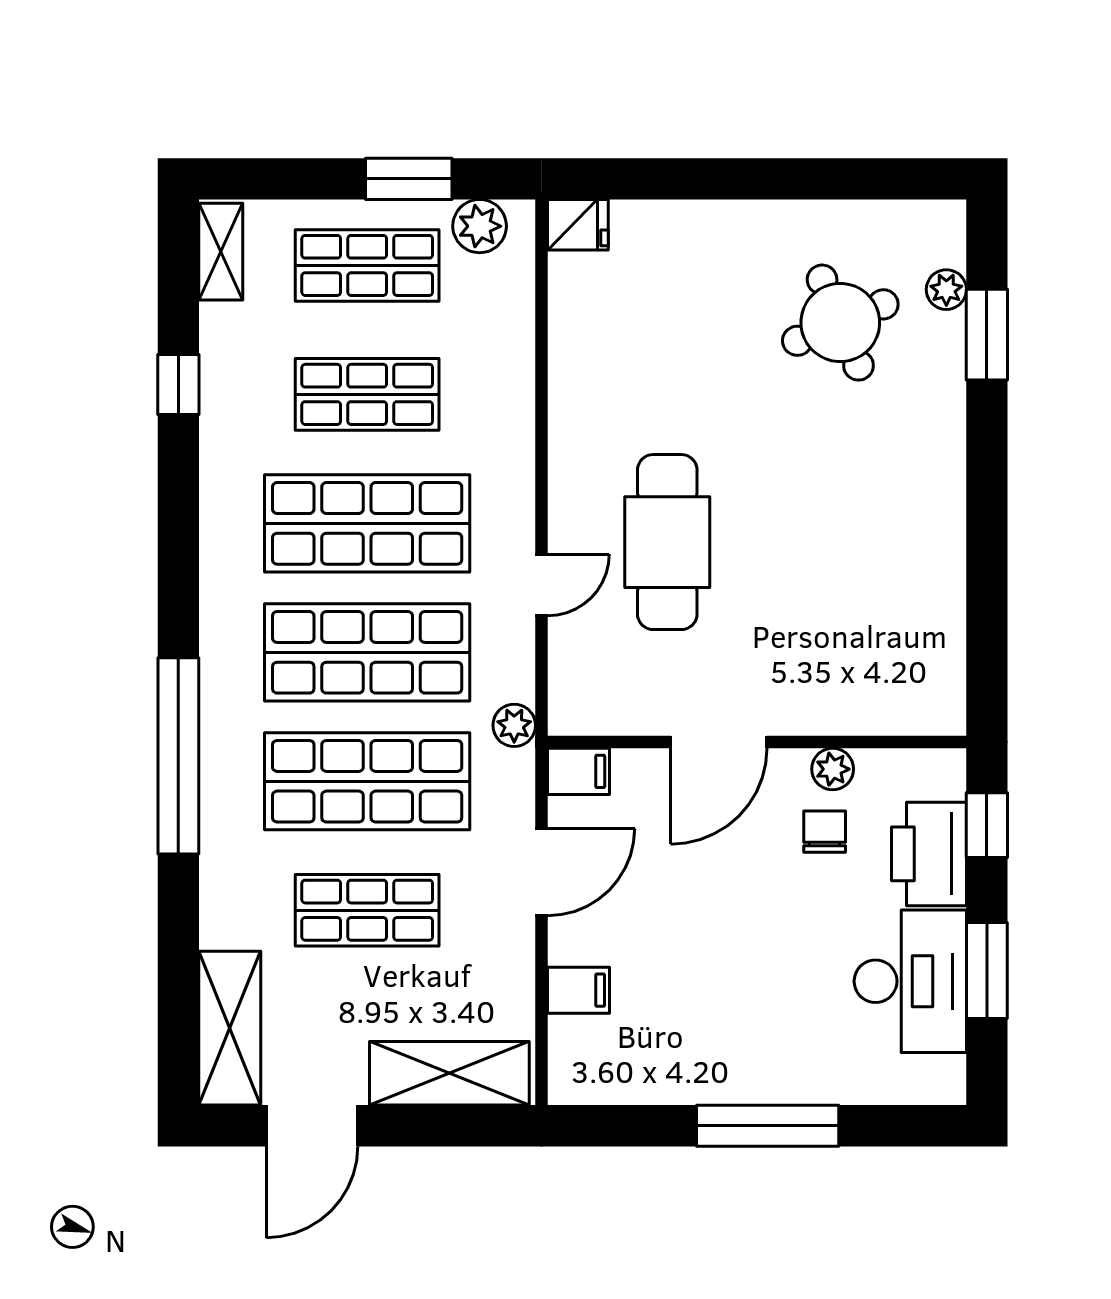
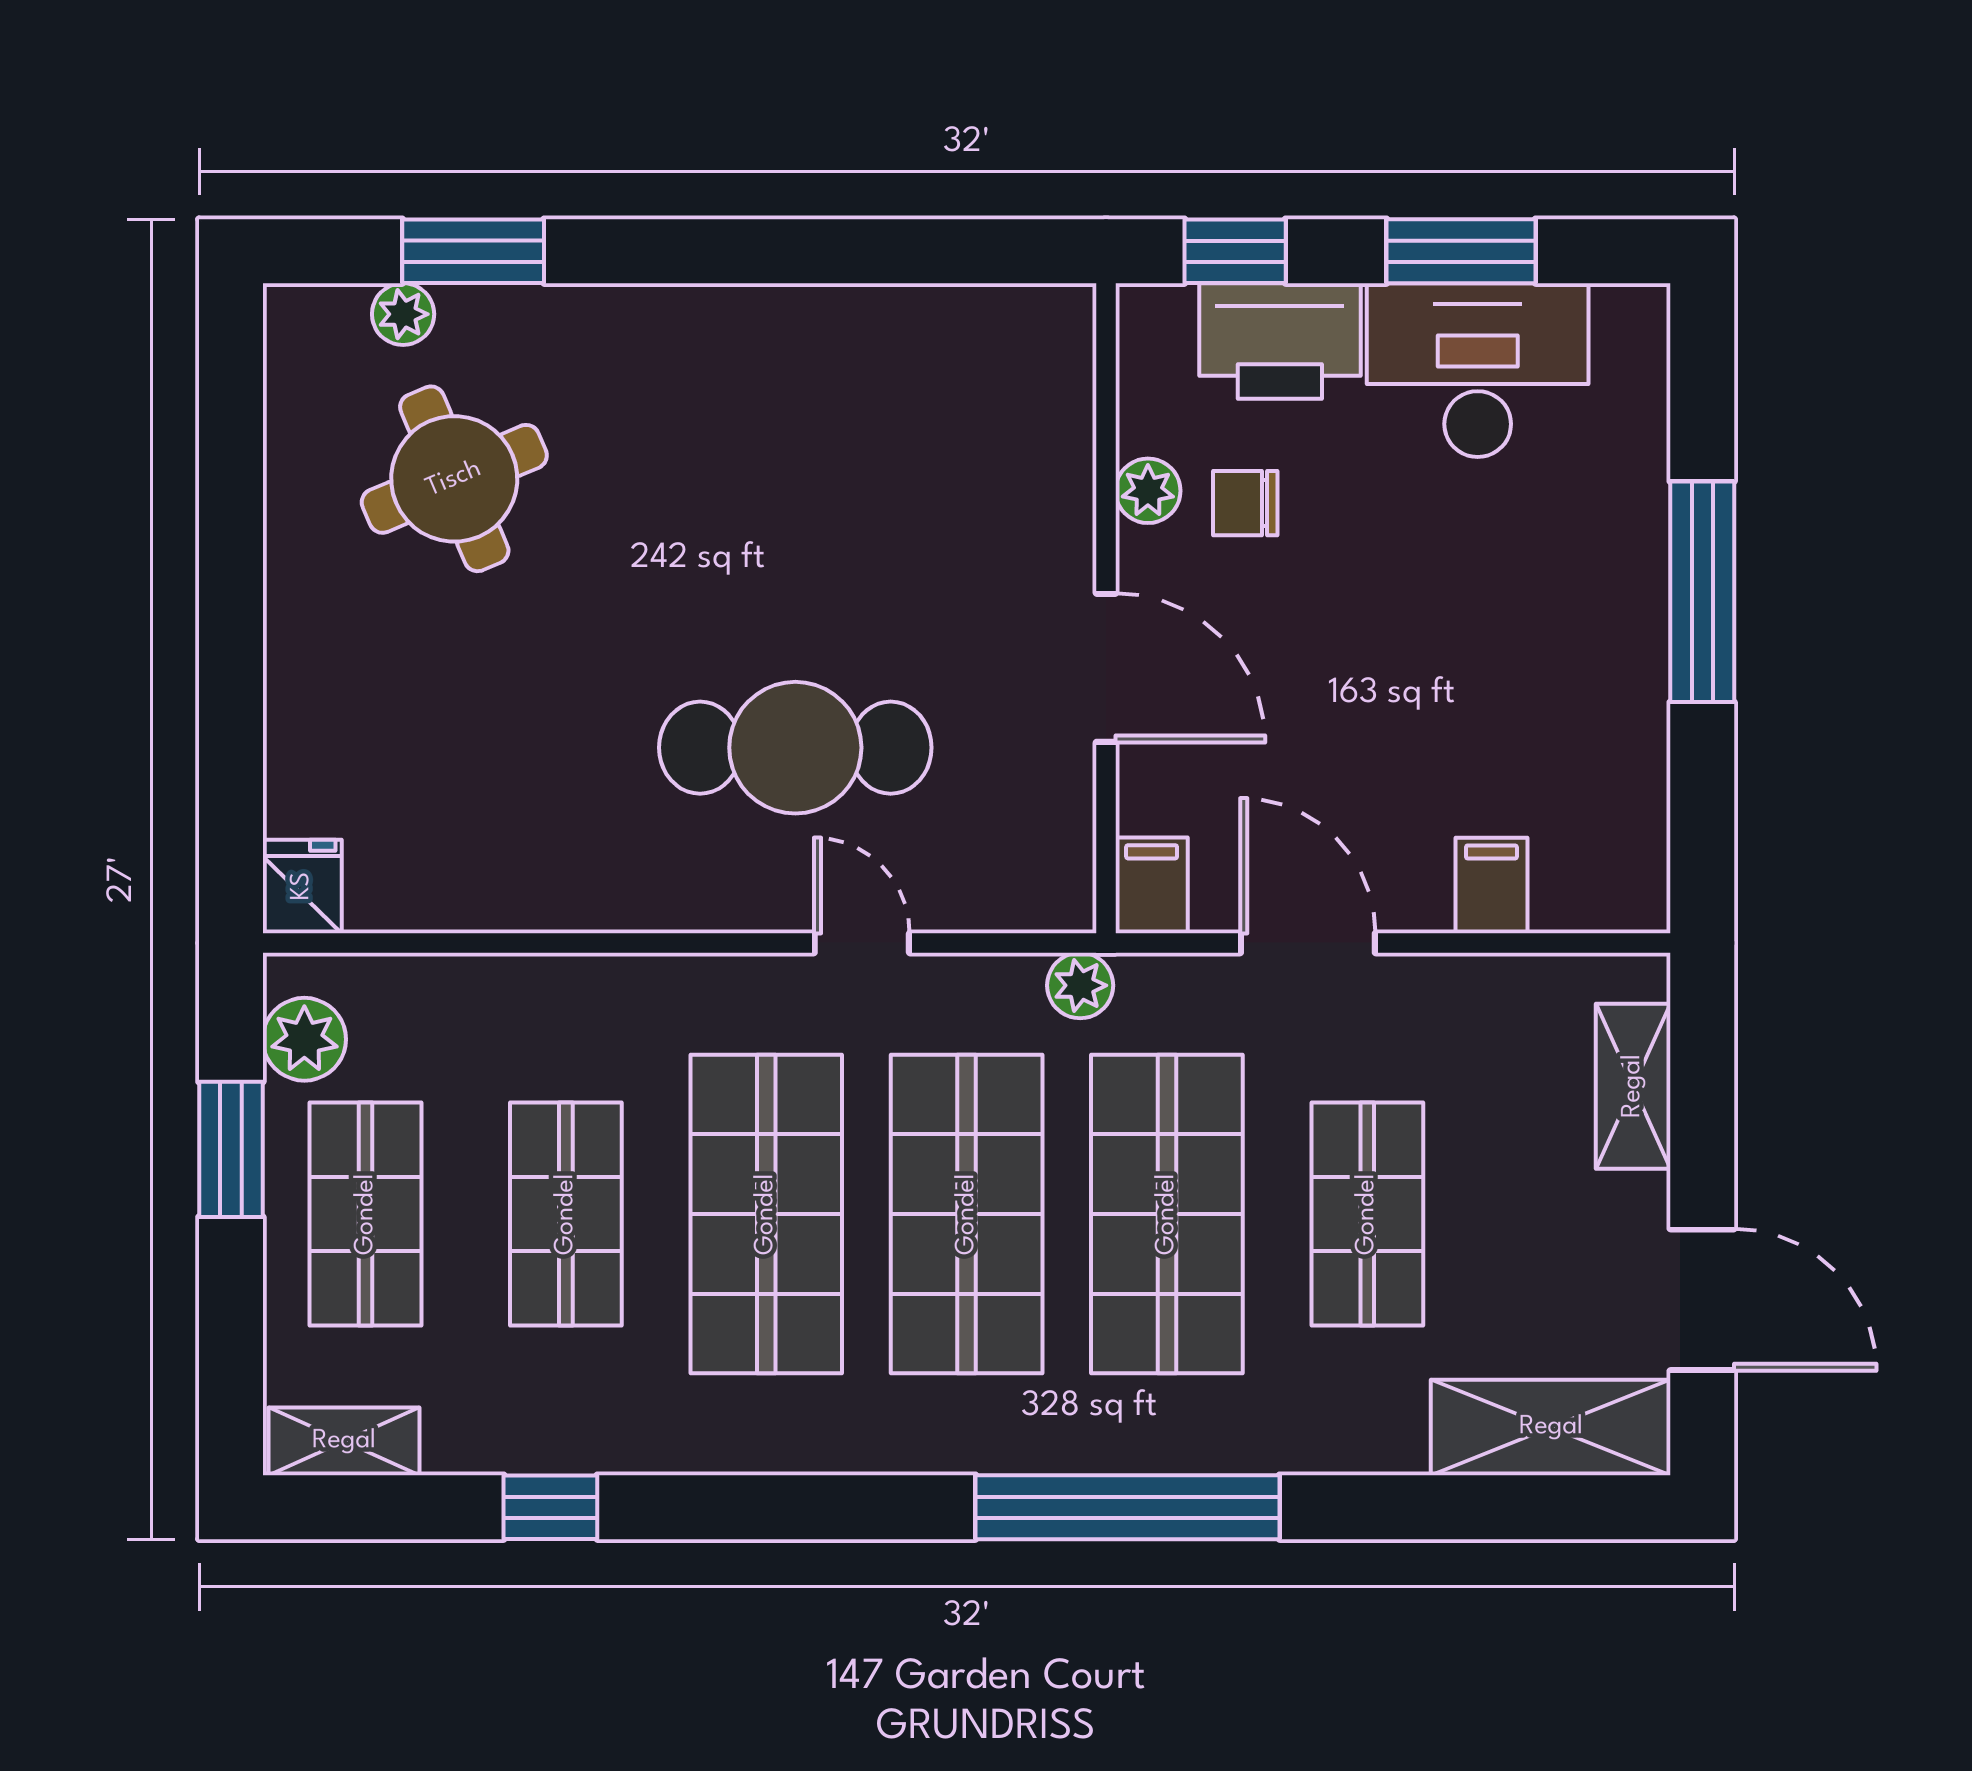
shelving: (449, 1073) -> (1633, 1086), width x0.67, depth x0.75

